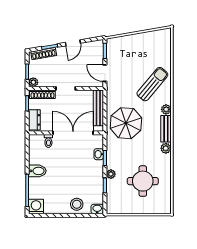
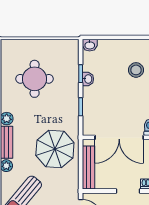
washbasin: (99, 154) -> (88, 79), moved
plant: (111, 174) -> (73, 87), removed
stool: (77, 204) -> (136, 70), moved

